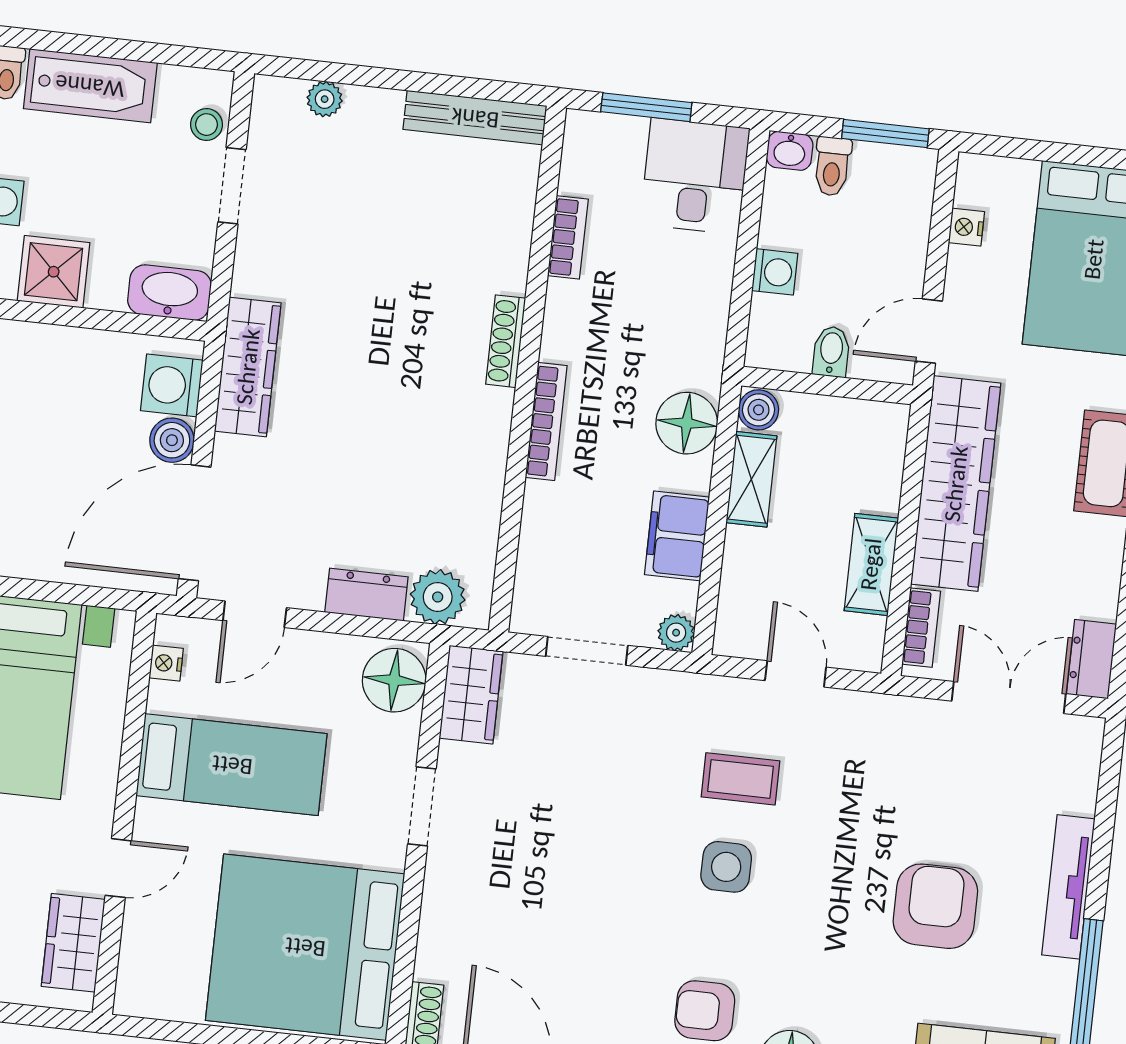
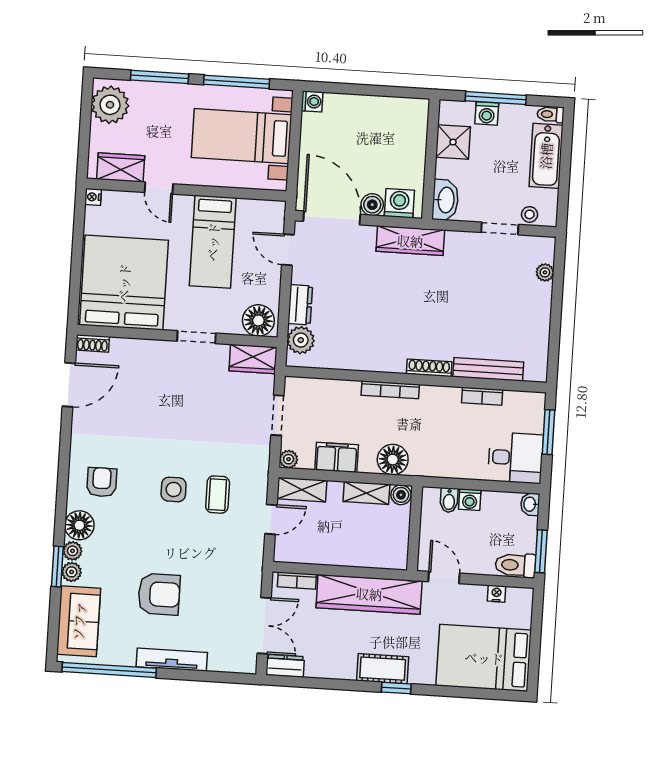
bench: (475, 118) -> (488, 369), moved, turned 90
toilet: (832, 166) -> (515, 565), moved, width x1.37, depth x1.39
bidet: (831, 351) -> (449, 500), moved, turned 90
shelving: (871, 564) -> (302, 490), moved
nightstand: (166, 663) -> (93, 197), moved, turned -90

